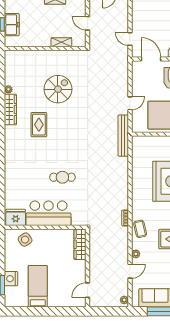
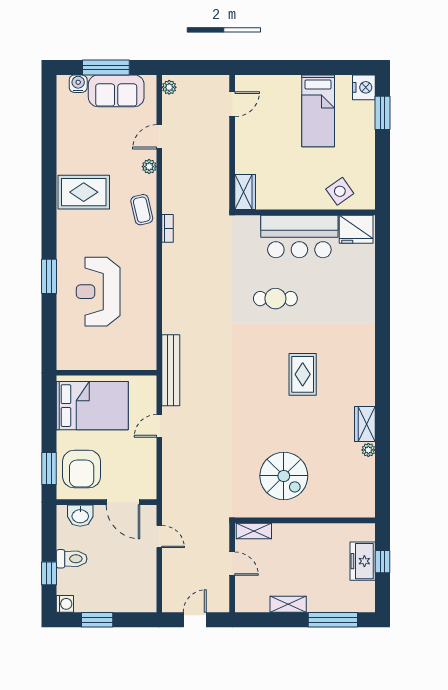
shelving: (61, 42) -> (254, 531), moved
spiral stairs: (58, 89) -> (284, 476), moved, turned -90
wardrobe: (10, 110) -> (365, 424), width x0.67
rug: (39, 125) -> (303, 374), moved
wardrobe: (80, 244) -> (245, 192), width x0.67
nightstand: (11, 279) -> (364, 87), moved

